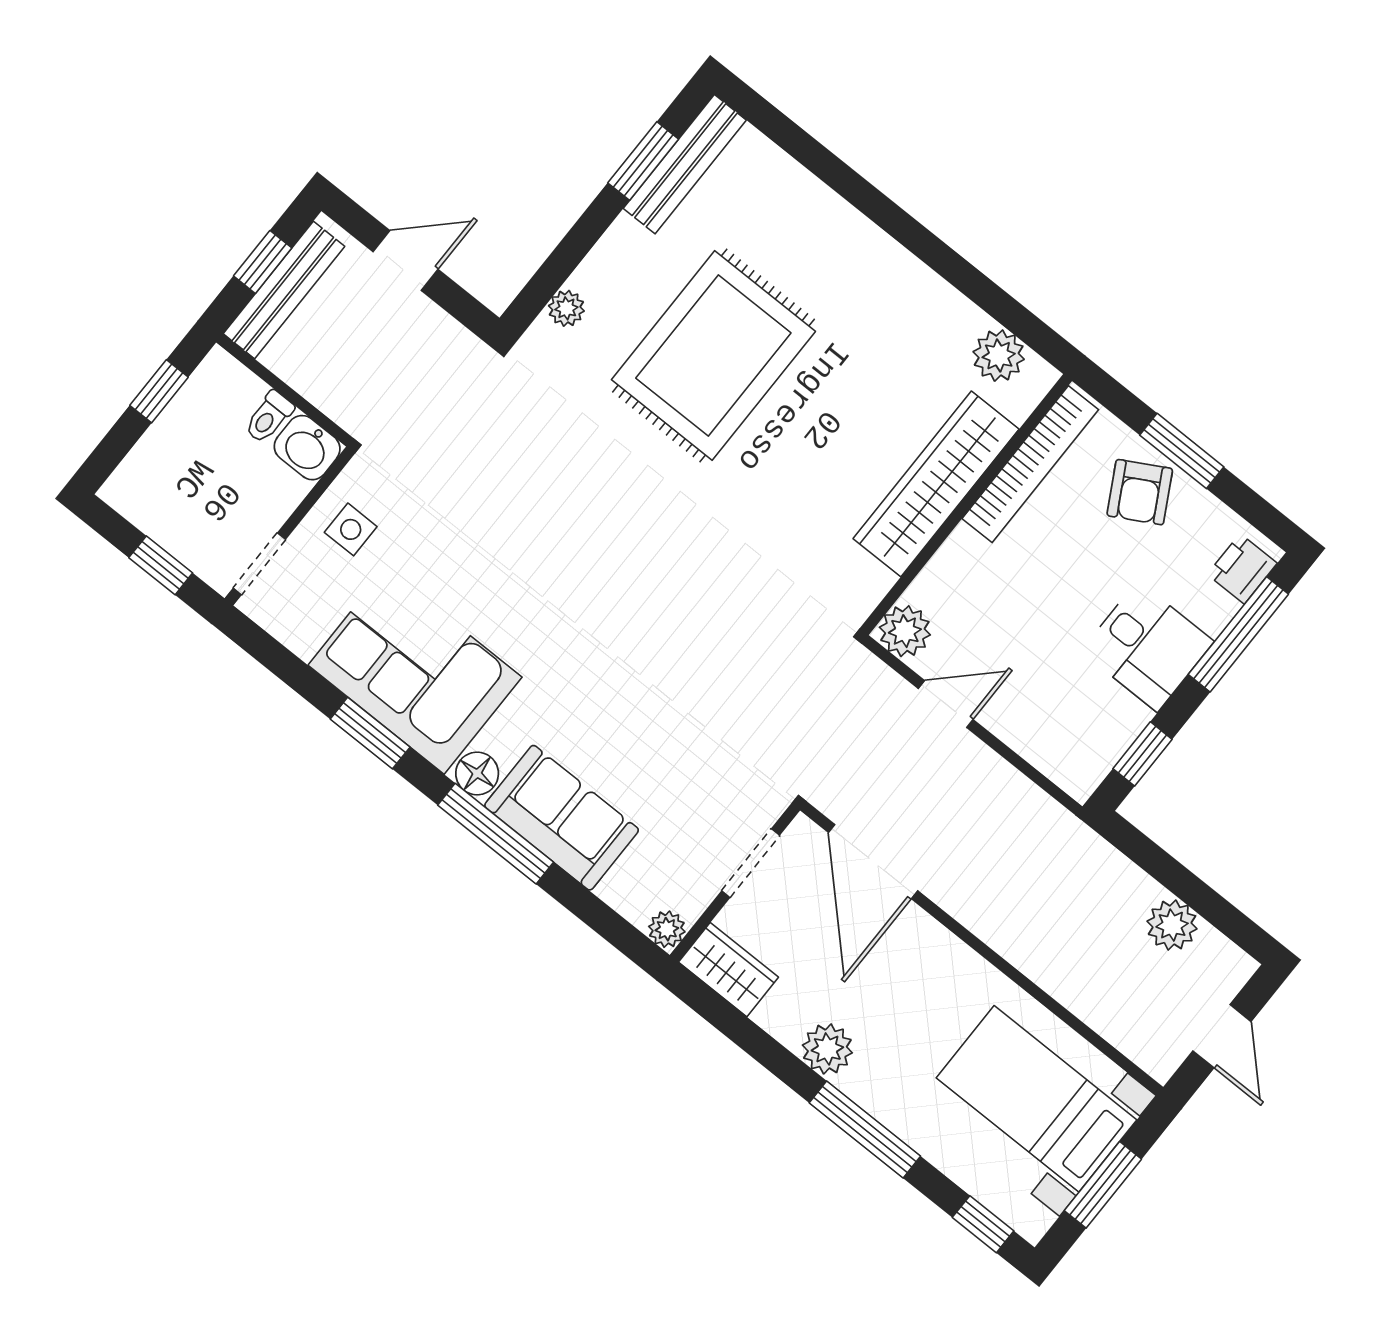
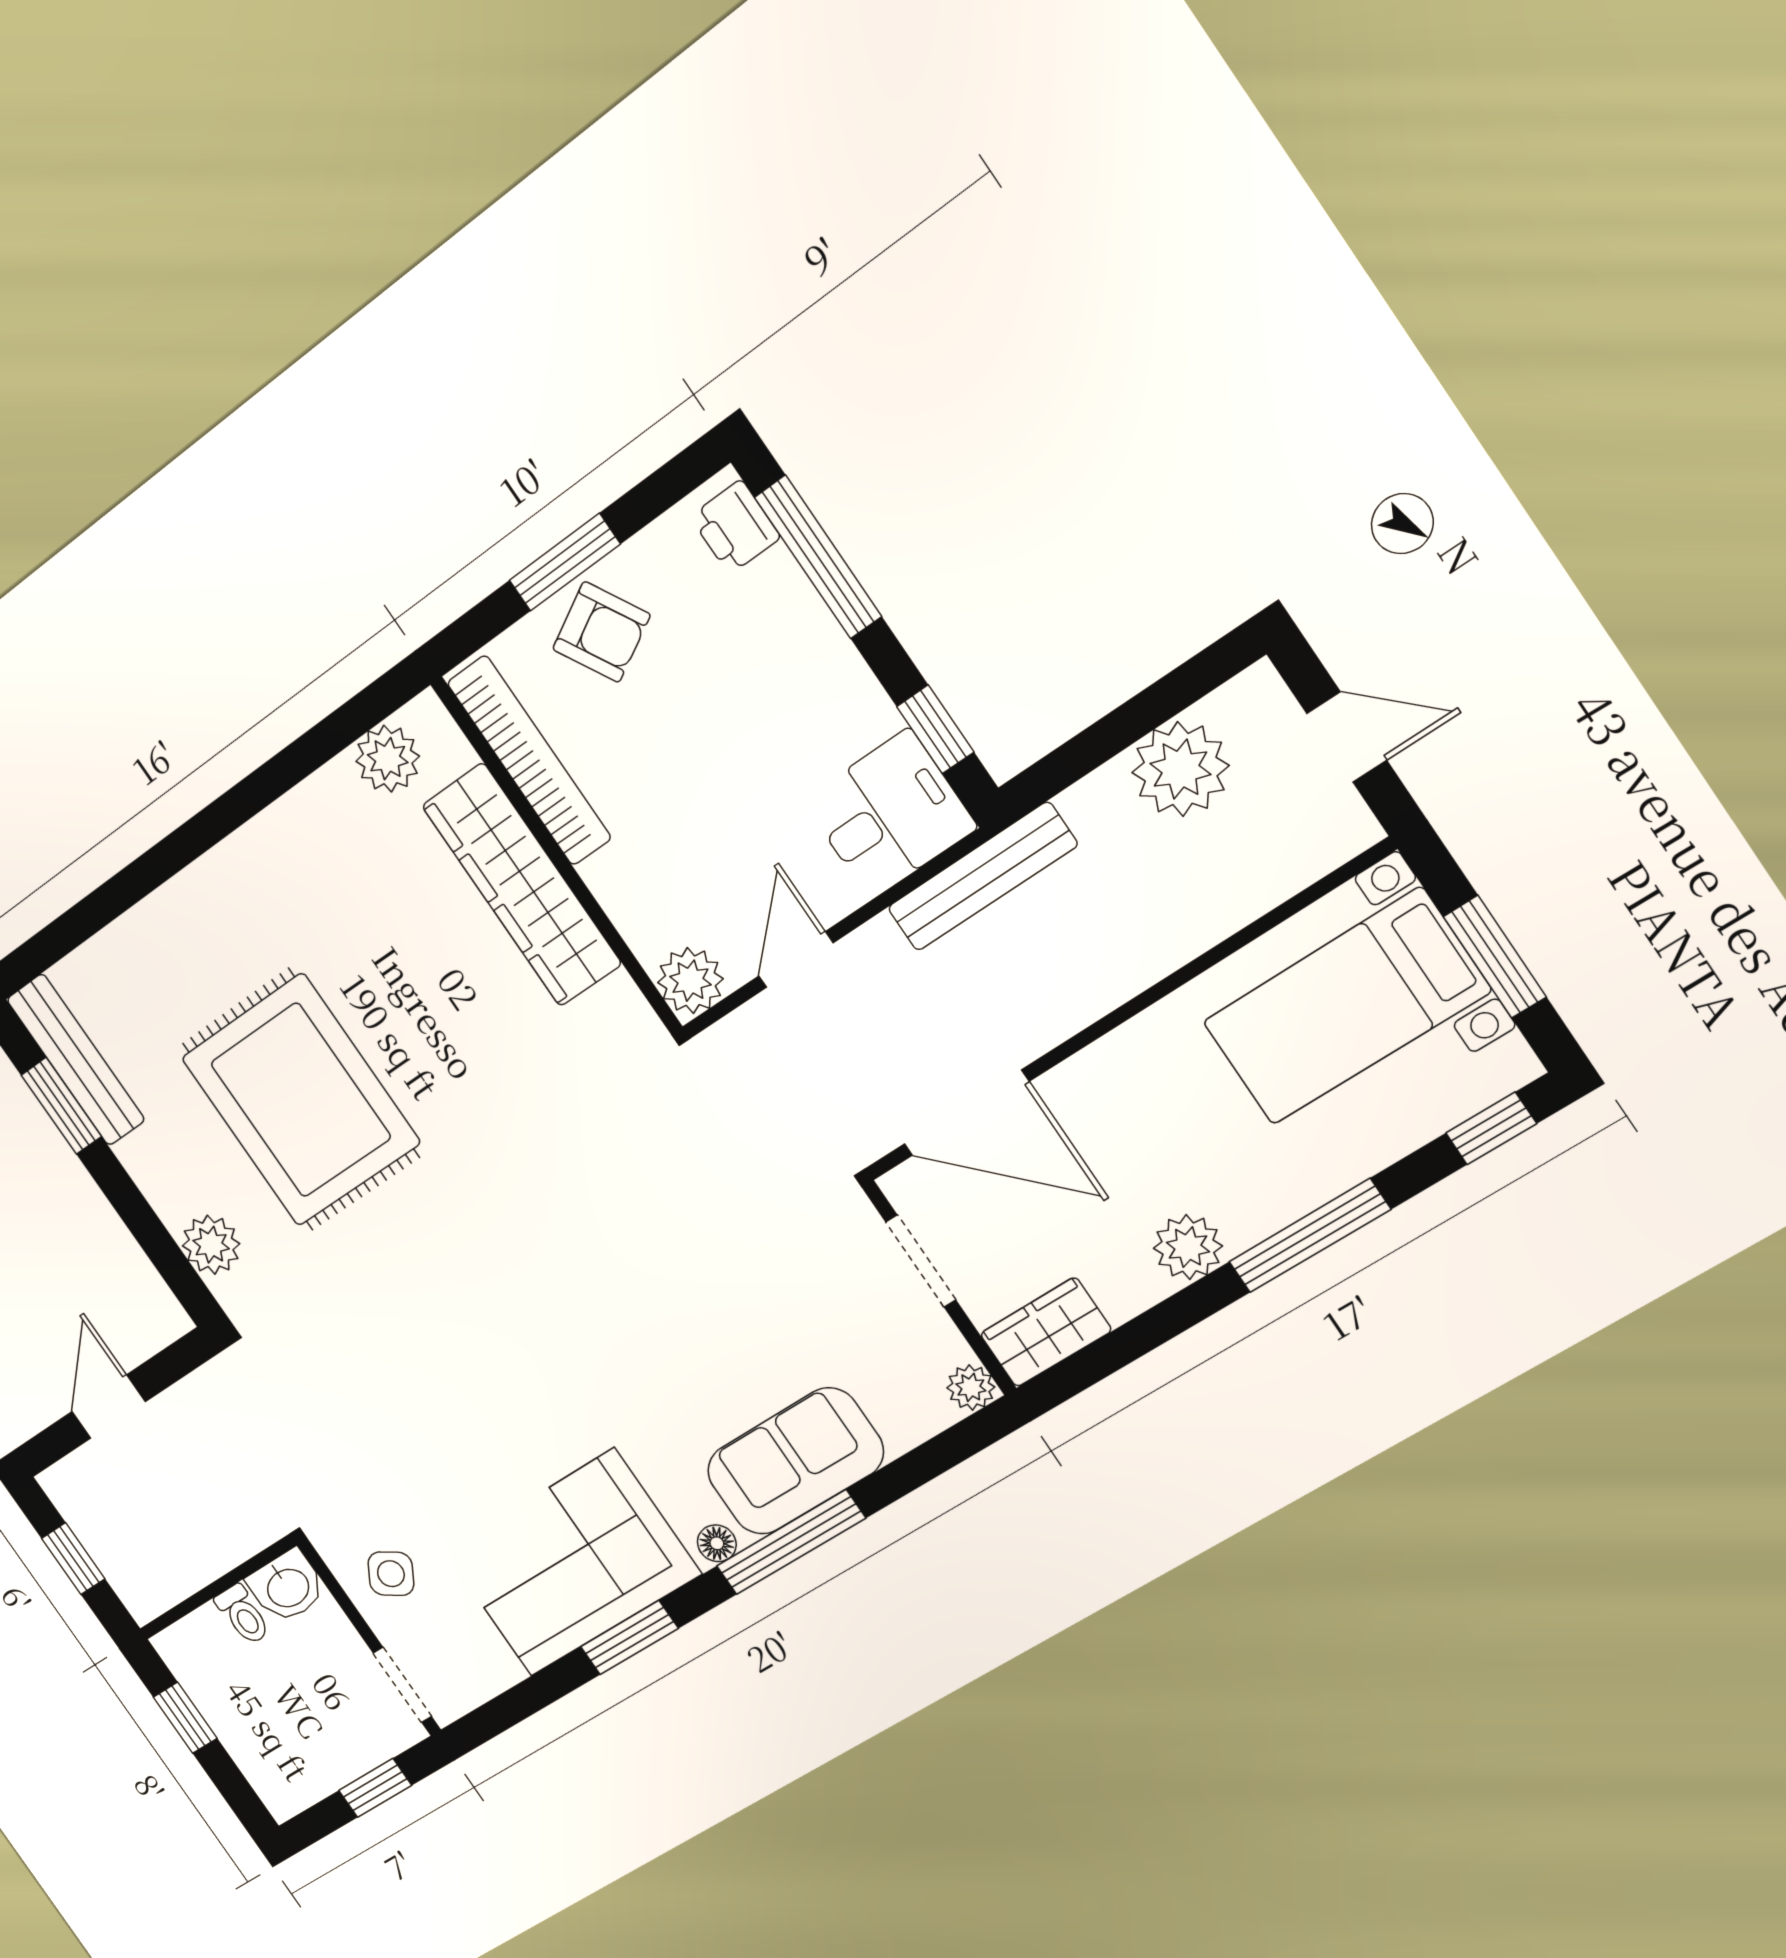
bench: (284, 290) -> (982, 877), moved, turned 90
plant: (566, 308) -> (211, 1245), width x1.38, depth x1.38
side table: (351, 529) -> (391, 1574), turned 32
desk: (1148, 646) -> (890, 814), moved
floor lamp: (477, 773) -> (717, 1543), width x0.73, depth x0.73
plant: (1172, 925) -> (1180, 769), width x1.36, depth x1.36

